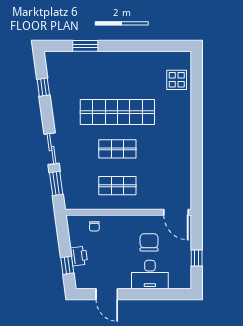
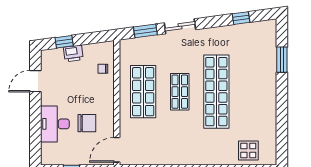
shop shelf: (117, 186) -> (143, 92), width x1.43, depth x1.36

